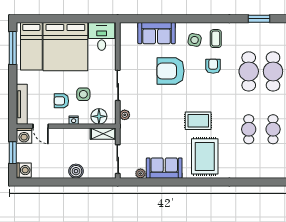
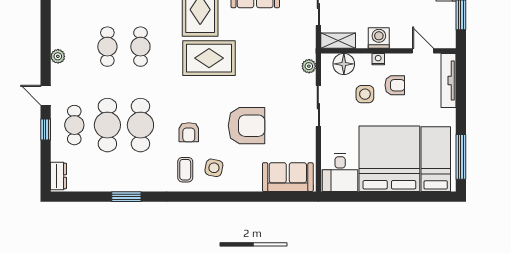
sofa: (157, 33) -> (288, 177), moved
rug: (198, 121) -> (209, 58), width x1.36, depth x1.43
washing machine: (24, 136) -> (379, 38), moved

